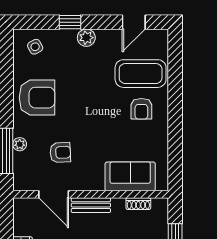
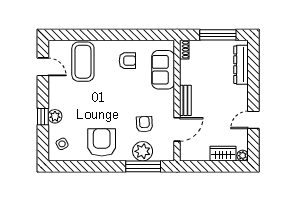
plant: (86, 38) -> (55, 116), moved
armchair: (141, 109) -> (127, 61), moved
plant: (20, 144) -> (143, 151), width x1.88, depth x1.88
shoe rack: (138, 204) -> (184, 50), moved

